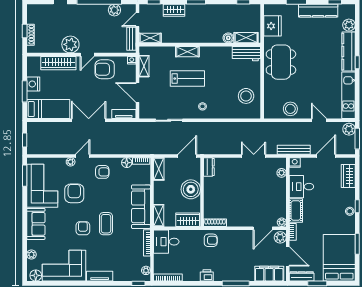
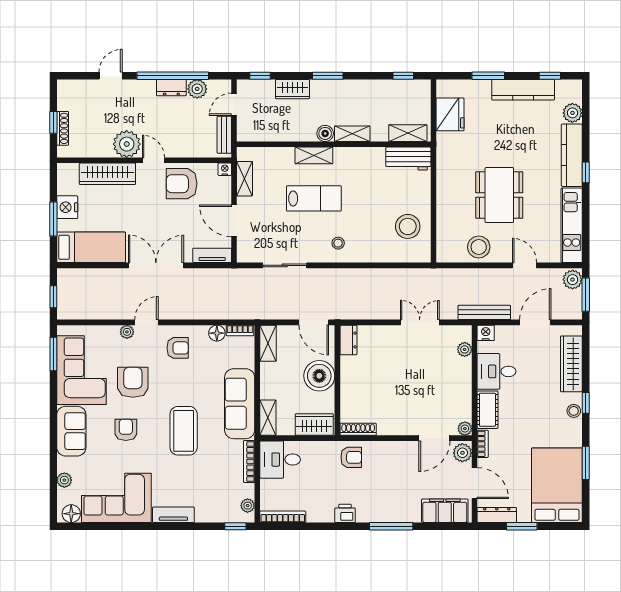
dresser: (98, 9) -> (171, 88), added
shelving: (150, 38) -> (352, 134), moved
boiler: (228, 38) -> (325, 133), moved
door: (87, 55) -> (153, 160), swing flipped
dining table: (281, 62) -> (499, 195), moved
door: (187, 156) -> (314, 322), swing flipped
wardrobe: (348, 176) -> (571, 364), width x1.50
coffee table: (106, 224) -> (184, 431), width x1.36, depth x1.32
armchair: (83, 228) -> (126, 430), moved

